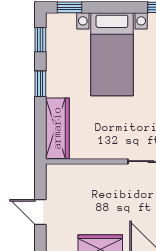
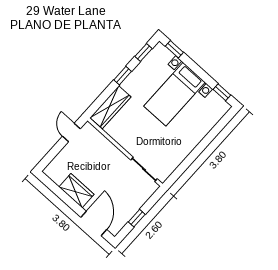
door: (40, 212) -> (71, 133), moved

